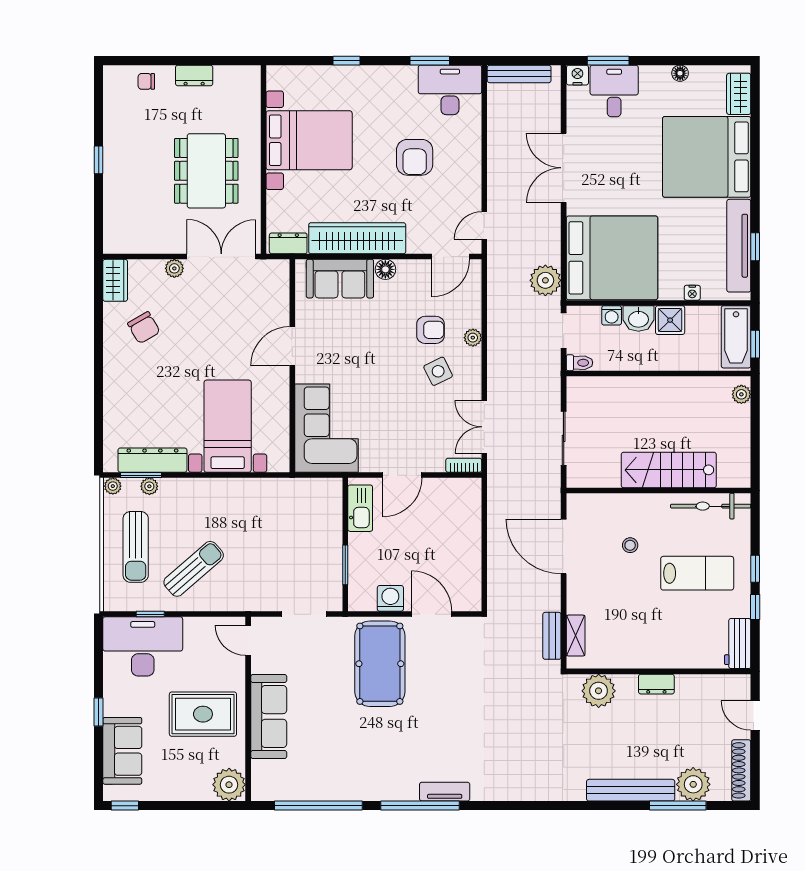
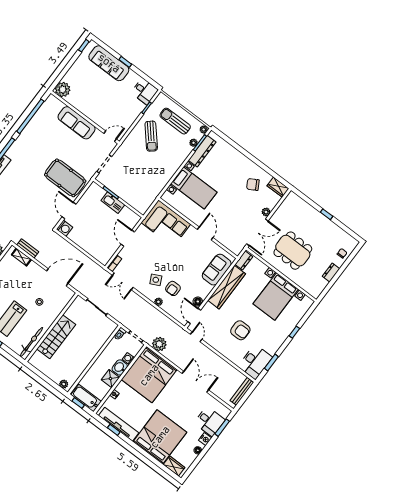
nightstand: (577, 75) -> (205, 439), moved
armchair: (415, 157) -> (240, 330), turned 180
floor lamp: (385, 269) -> (198, 302), moved
double door: (484, 427) -> (123, 281), swing flipped
kitchen sink: (360, 508) -> (113, 203), moved
washing machine: (390, 598) -> (64, 228), moved
door: (432, 614) -> (69, 210), swing flipped
desk: (143, 646) -> (144, 91), width x0.53, depth x0.77
rug: (203, 714) -> (96, 99), removed
sofa: (122, 751) -> (109, 63), width x1.36

